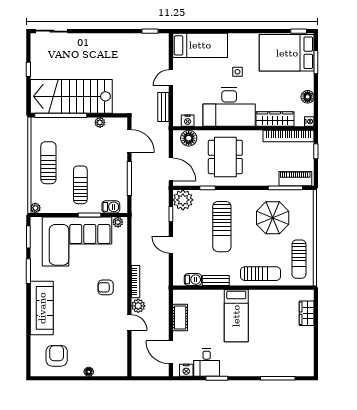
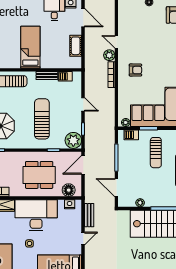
dining table: (225, 157) -> (39, 175), turned 90
door: (171, 169) -> (83, 165), hinge flipped

